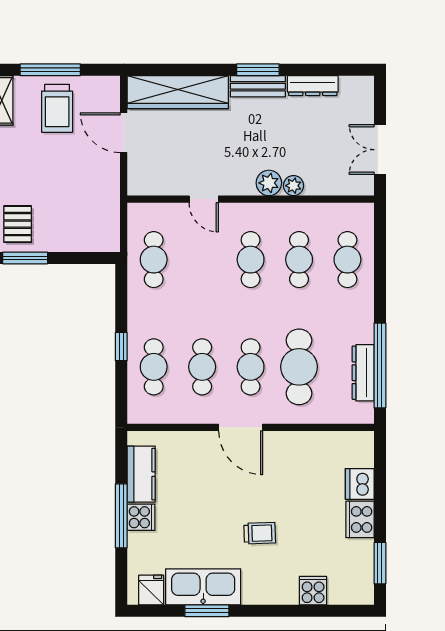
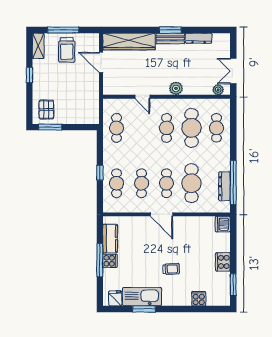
plant: (293, 186) -> (218, 90), moved
cafe table: (299, 260) -> (192, 128), width x1.37, depth x1.35
dishwasher: (360, 484) -> (223, 224), moved

